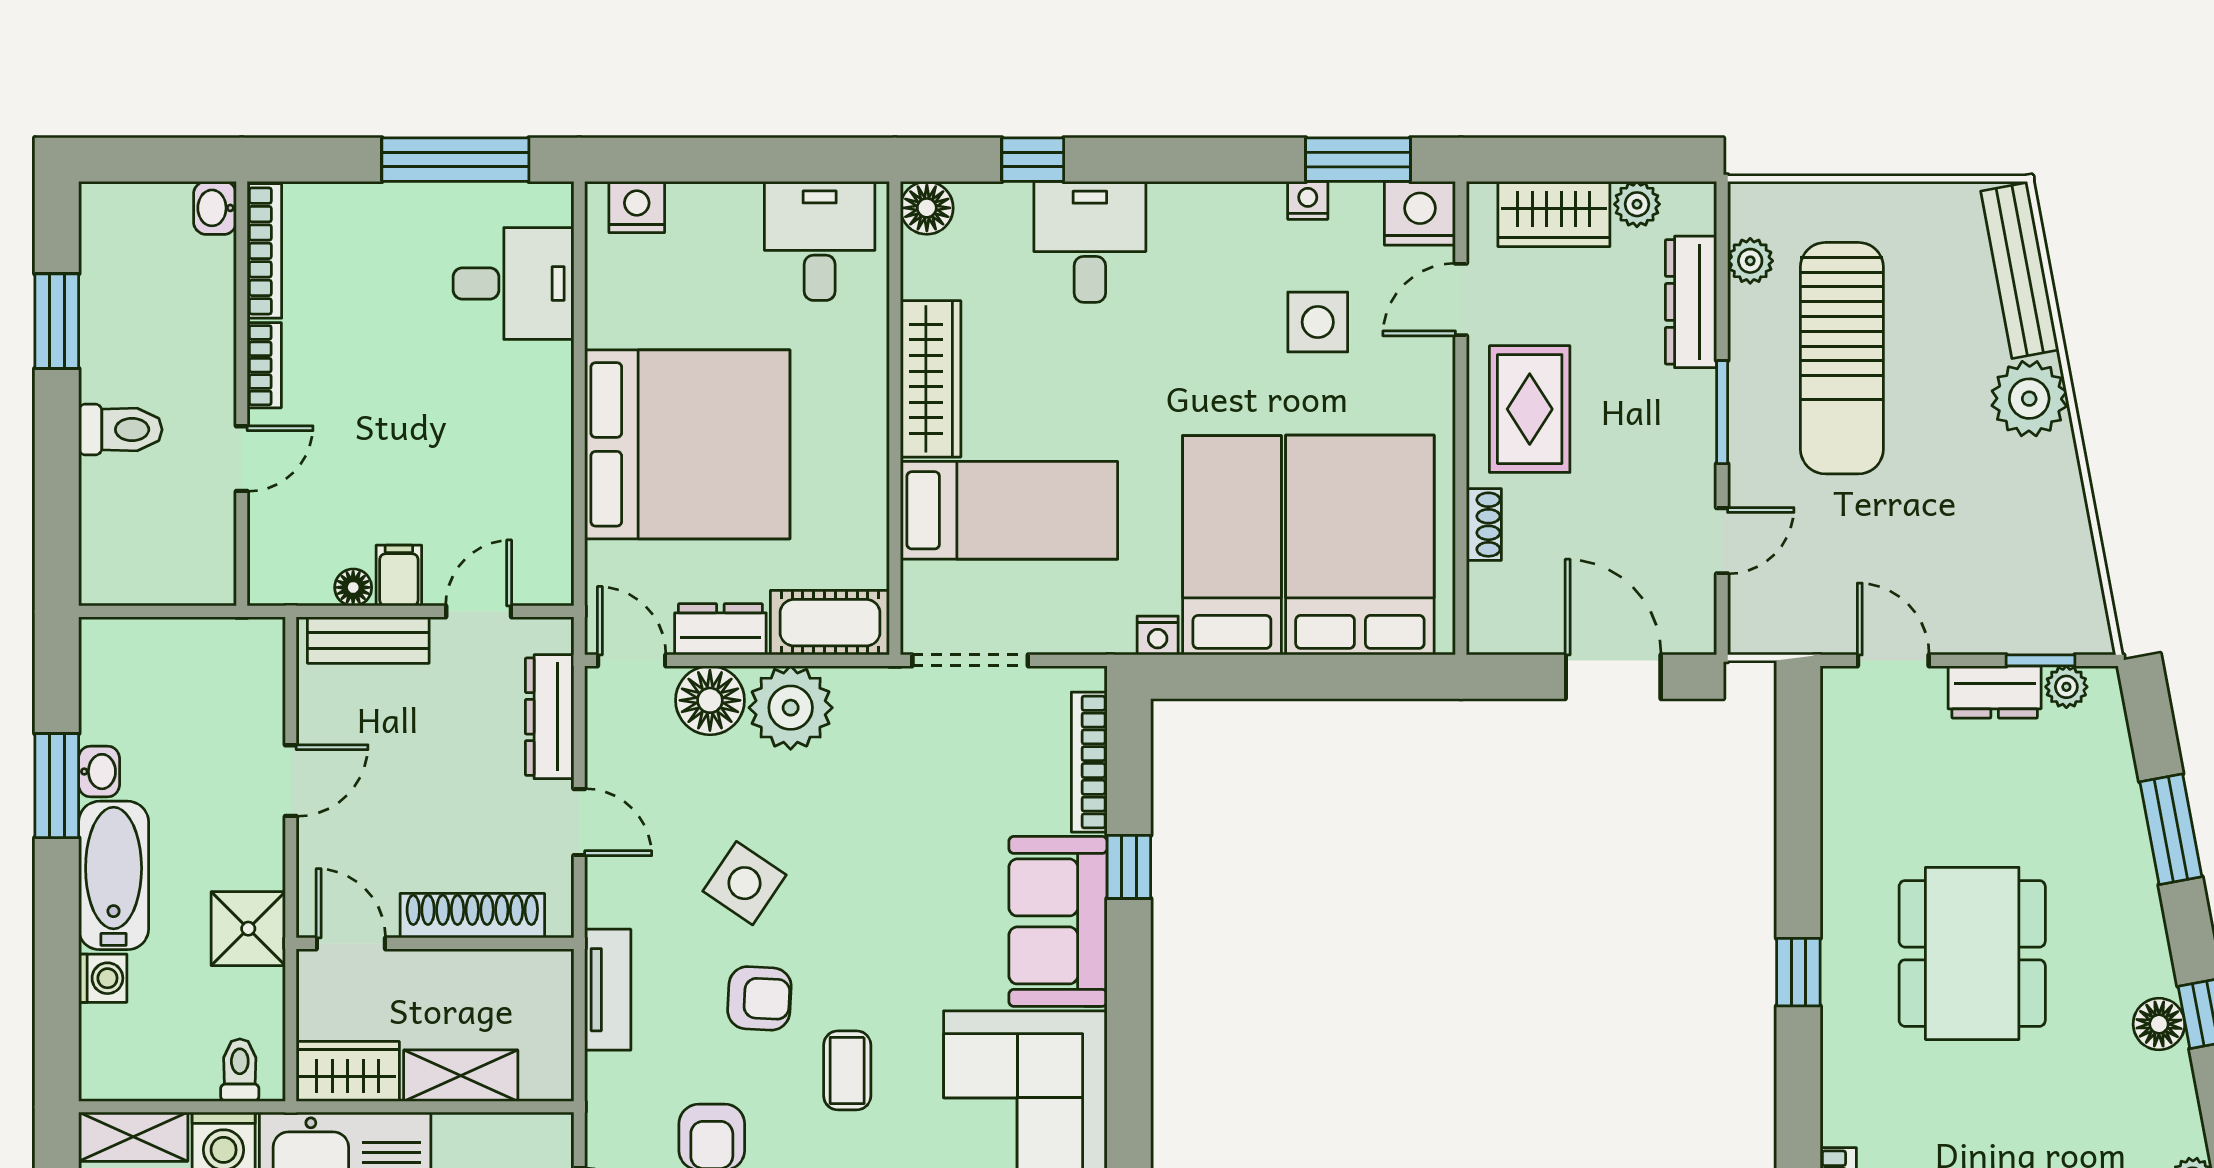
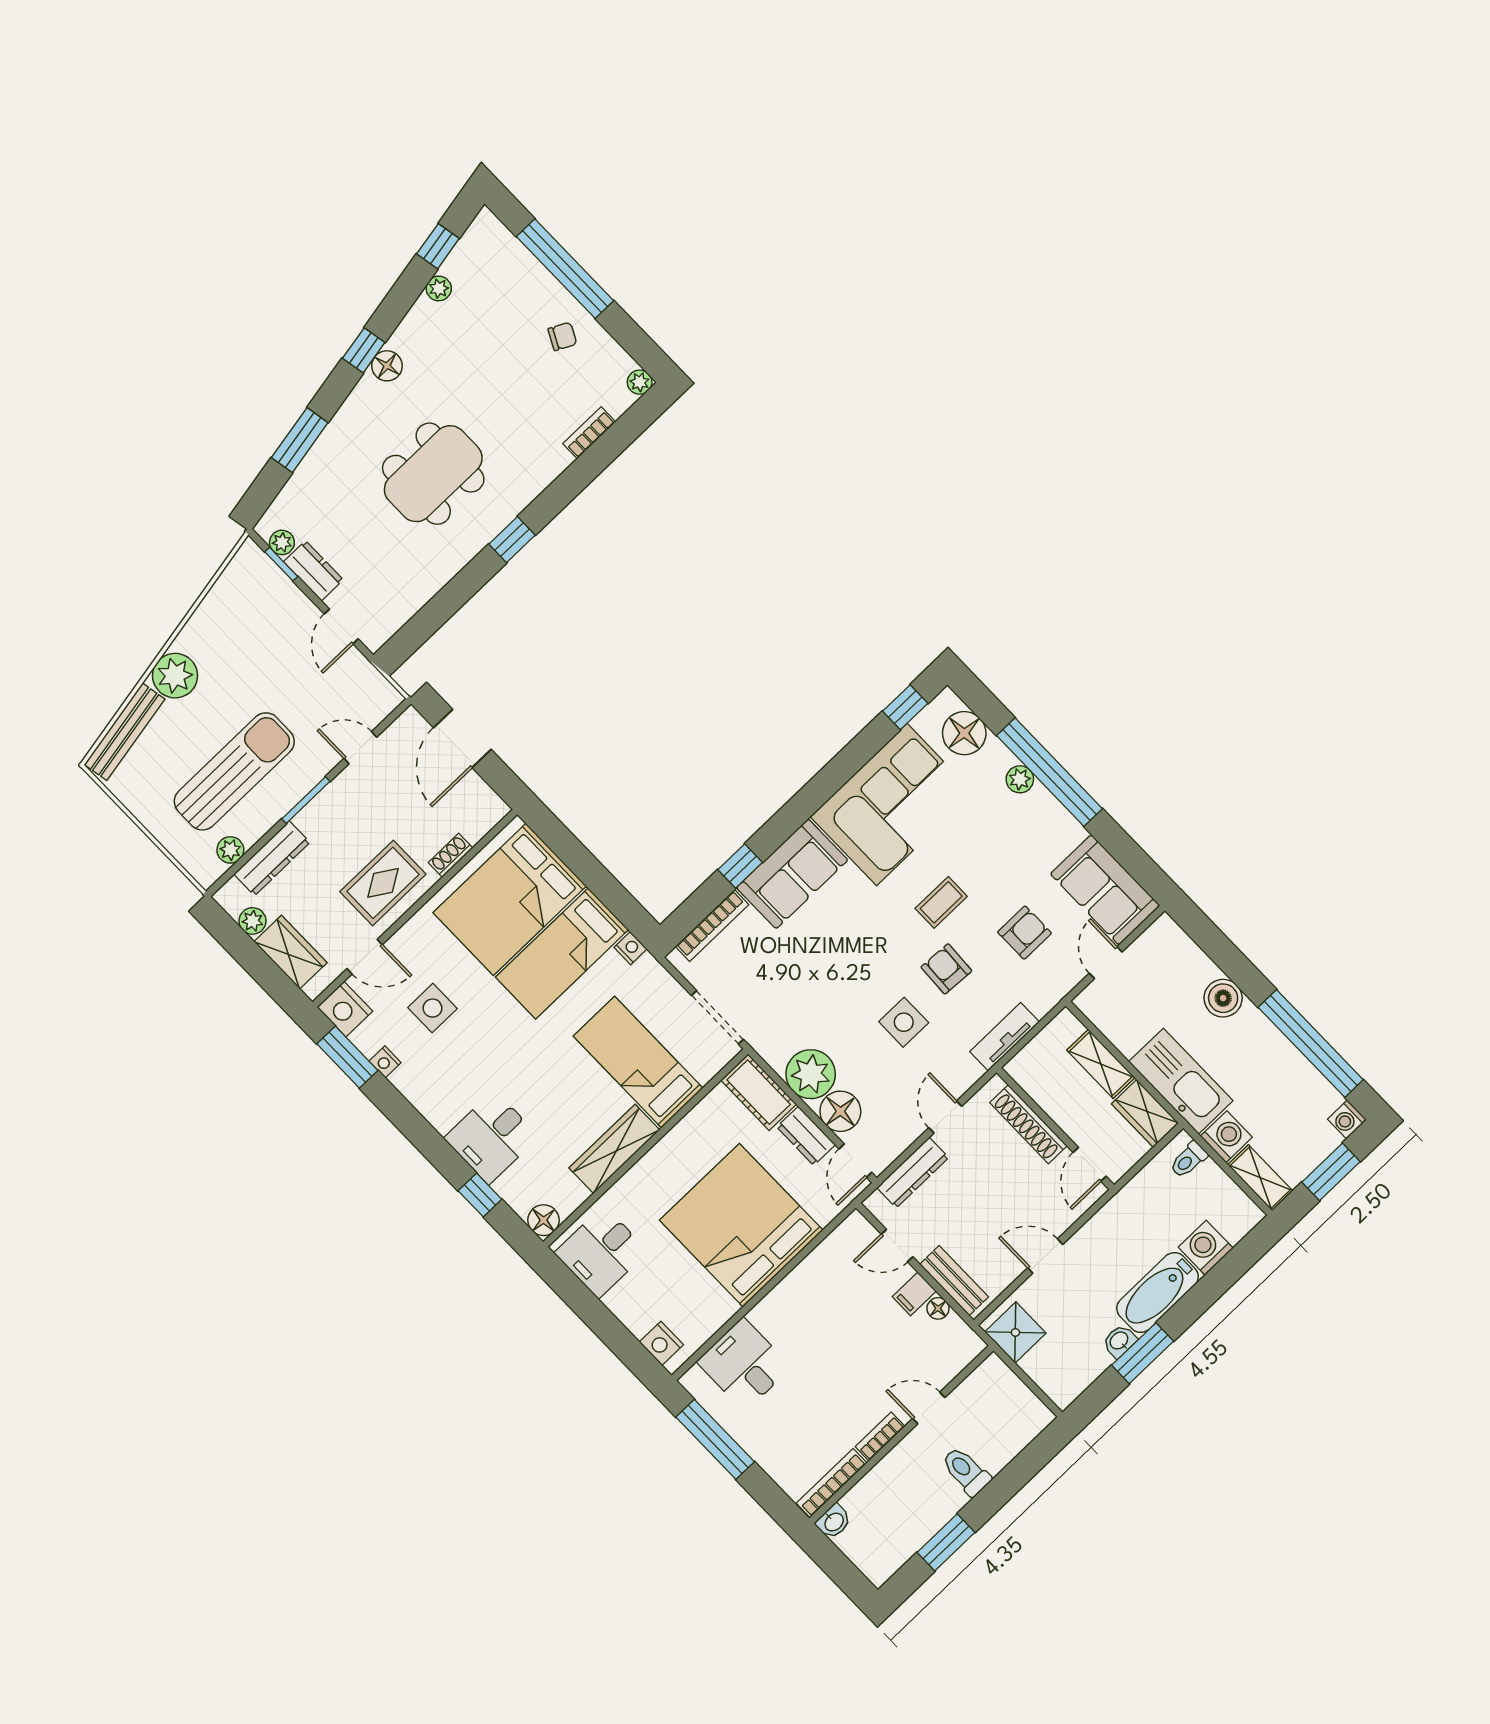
side table: (744, 883) -> (904, 1022), turned -34
shower: (248, 929) -> (1015, 1332), moved
washing machine: (103, 978) -> (1206, 1248), width x1.38, depth x1.38

